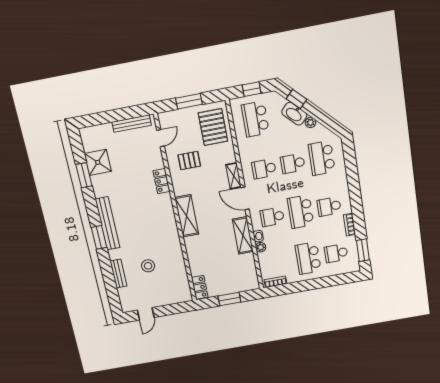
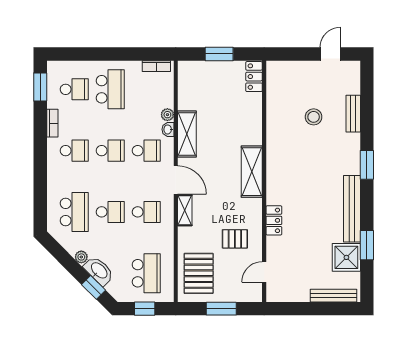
bench: (132, 124) -> (334, 296), moved
school desk: (301, 212) -> (110, 151), width x0.54
bench: (108, 223) -> (352, 209), moved

